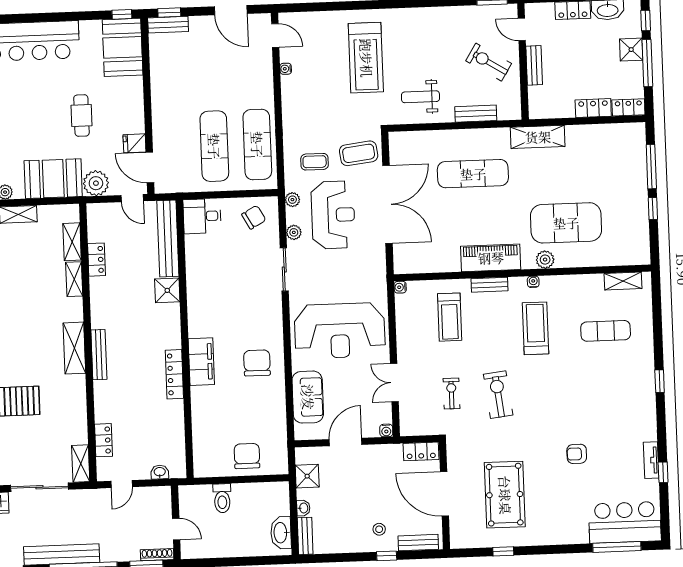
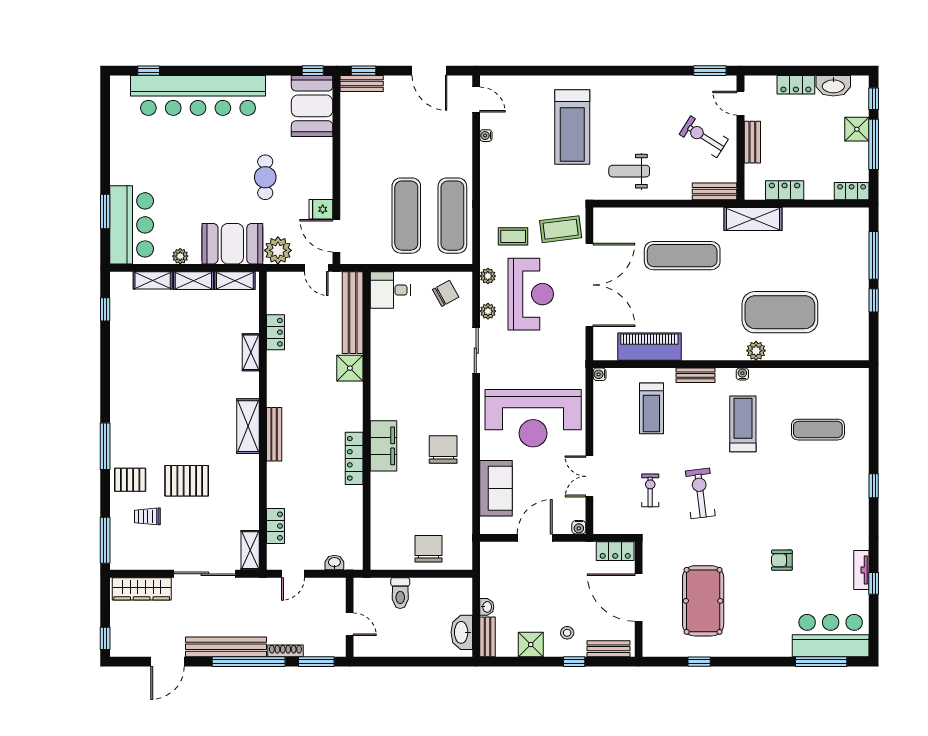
locker: (593, 108) -> (785, 190), moved
bench: (476, 114) -> (715, 191), moved
shelving: (72, 242) -> (235, 281), moved, turned 90
piano: (491, 258) -> (649, 347), moved
shelving: (623, 281) -> (839, 377), removed
shower: (307, 476) -> (531, 645), moved
shoe rack: (157, 555) -> (285, 651), moved

